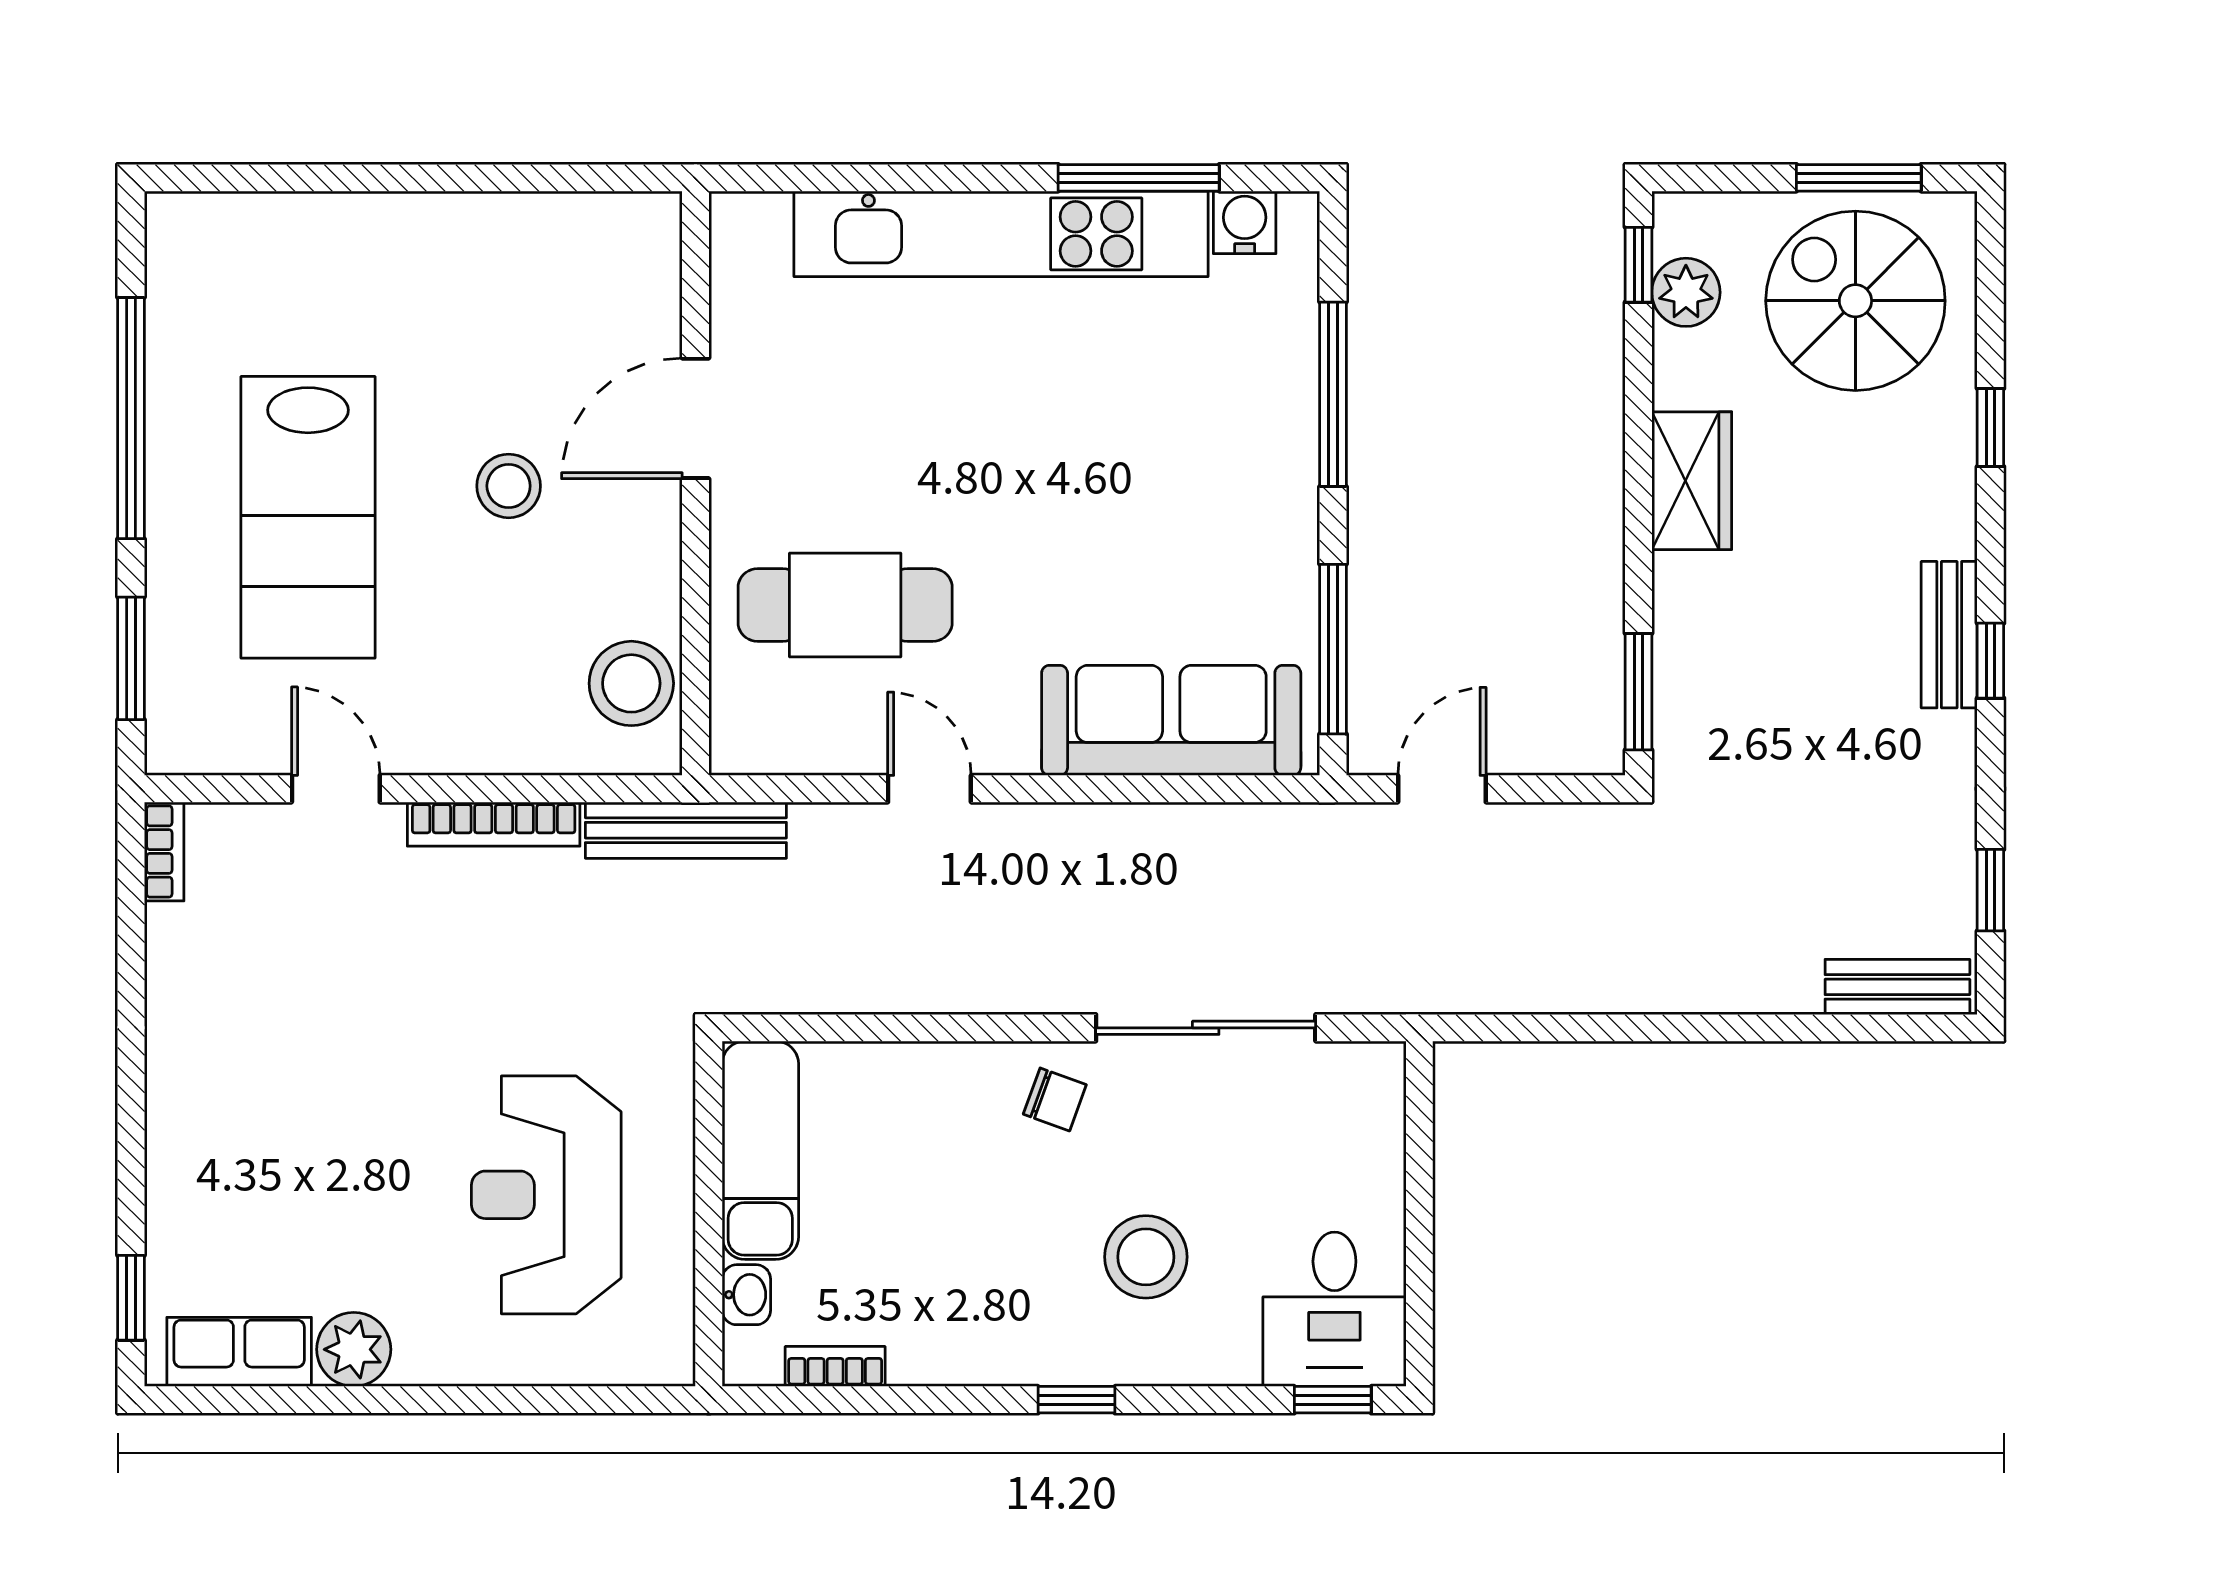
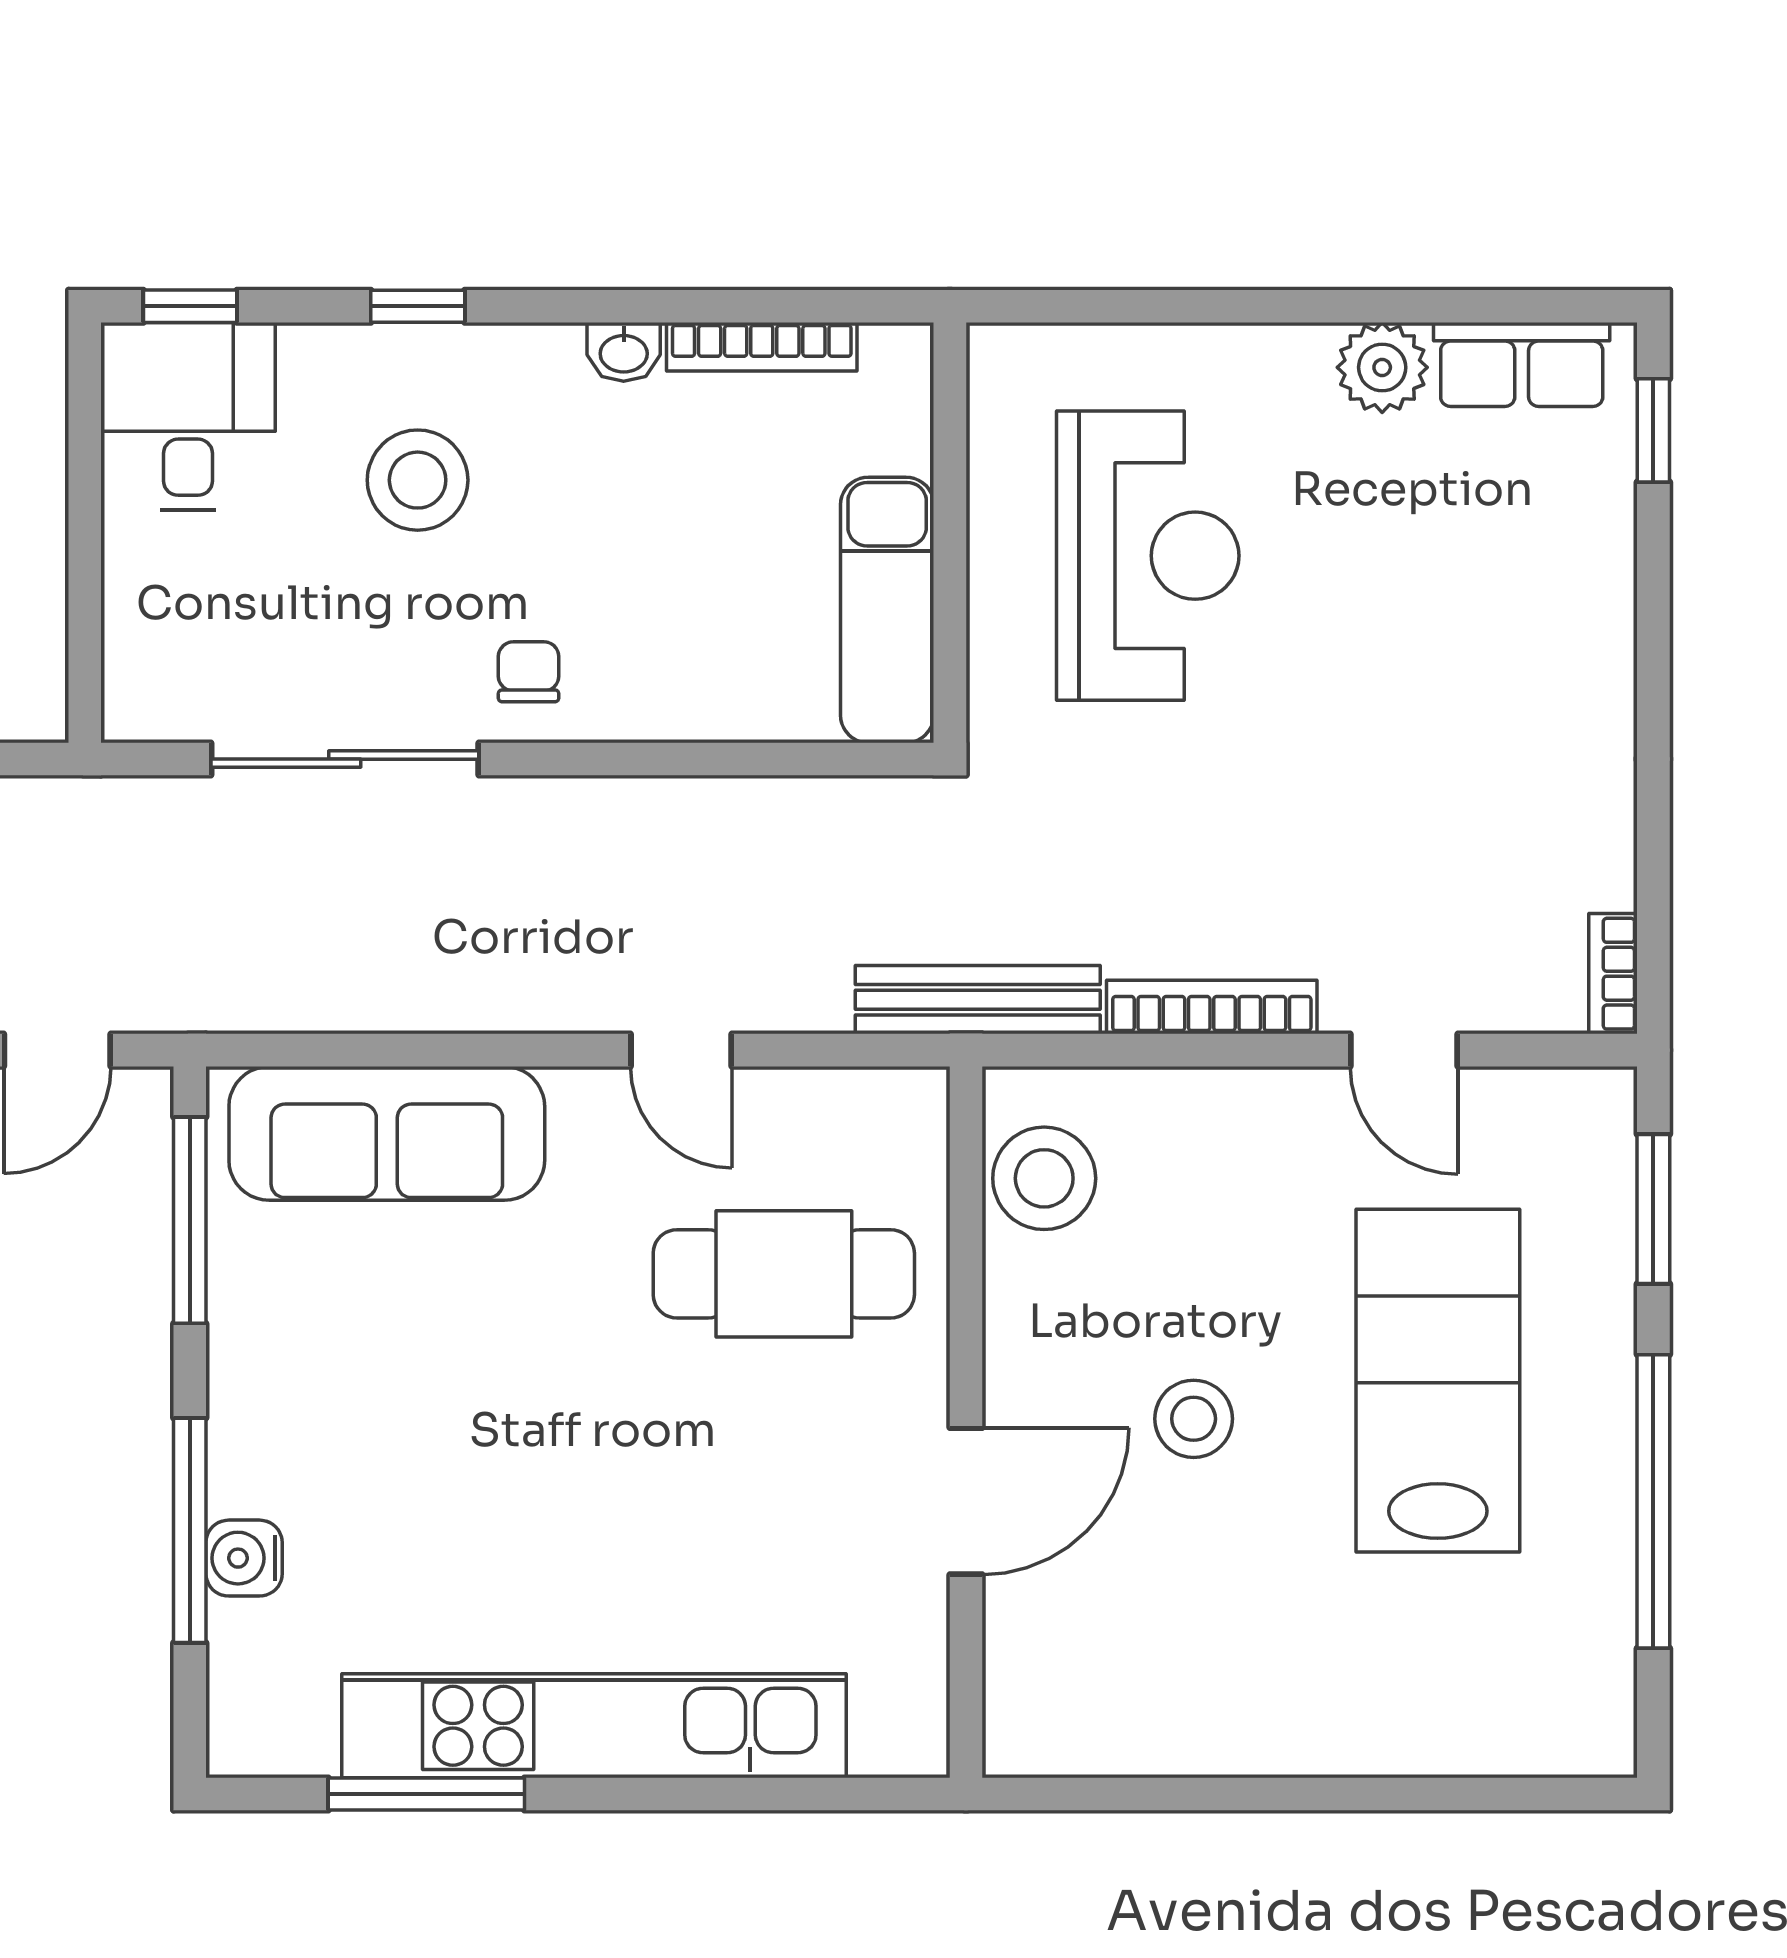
water cooler: (1245, 222) -> (244, 1558), moved, turned 90
chair: (1055, 1099) -> (529, 672), turned 70
washbasin: (746, 1295) -> (624, 352), moved, turned -90
bookcase: (835, 1366) -> (762, 347), width x1.56
window: (1077, 1400) -> (418, 306), moved

